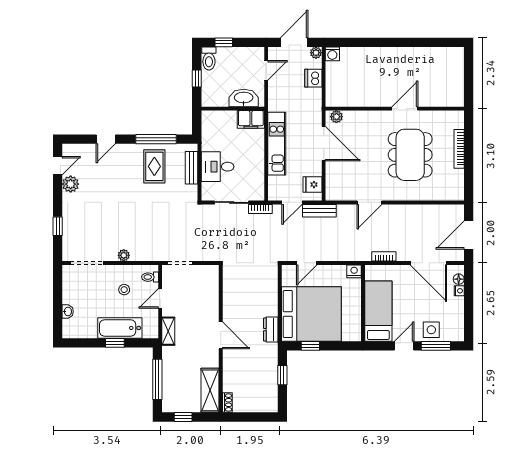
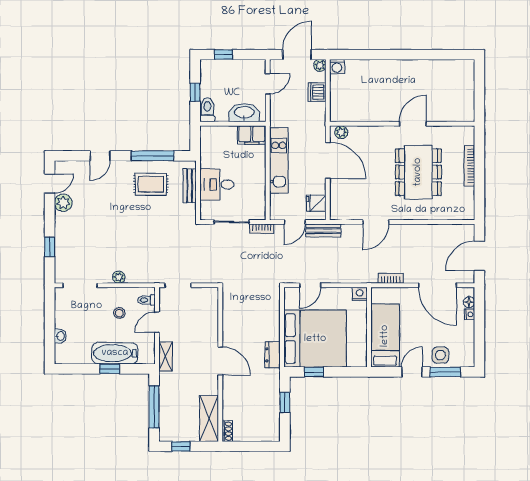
toilet: (209, 59) -> (207, 110), moved, turned 180
rug: (154, 166) -> (151, 184), turned 90

